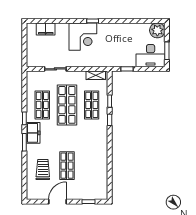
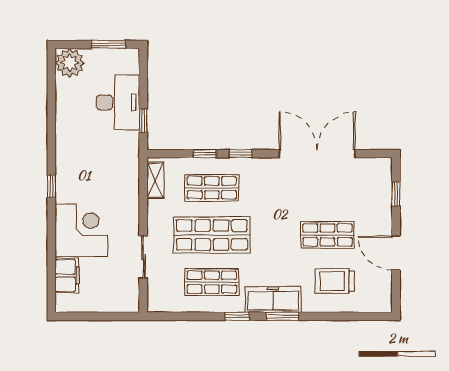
corner desk: (83, 37) -> (81, 230), moved
desk: (151, 56) -> (118, 102), moved
freezer: (33, 133) -> (273, 300), width x1.40
double door: (110, 160) -> (317, 154), added

